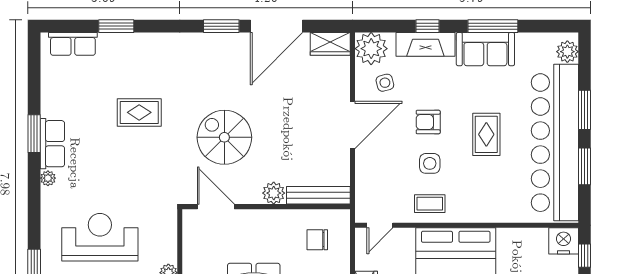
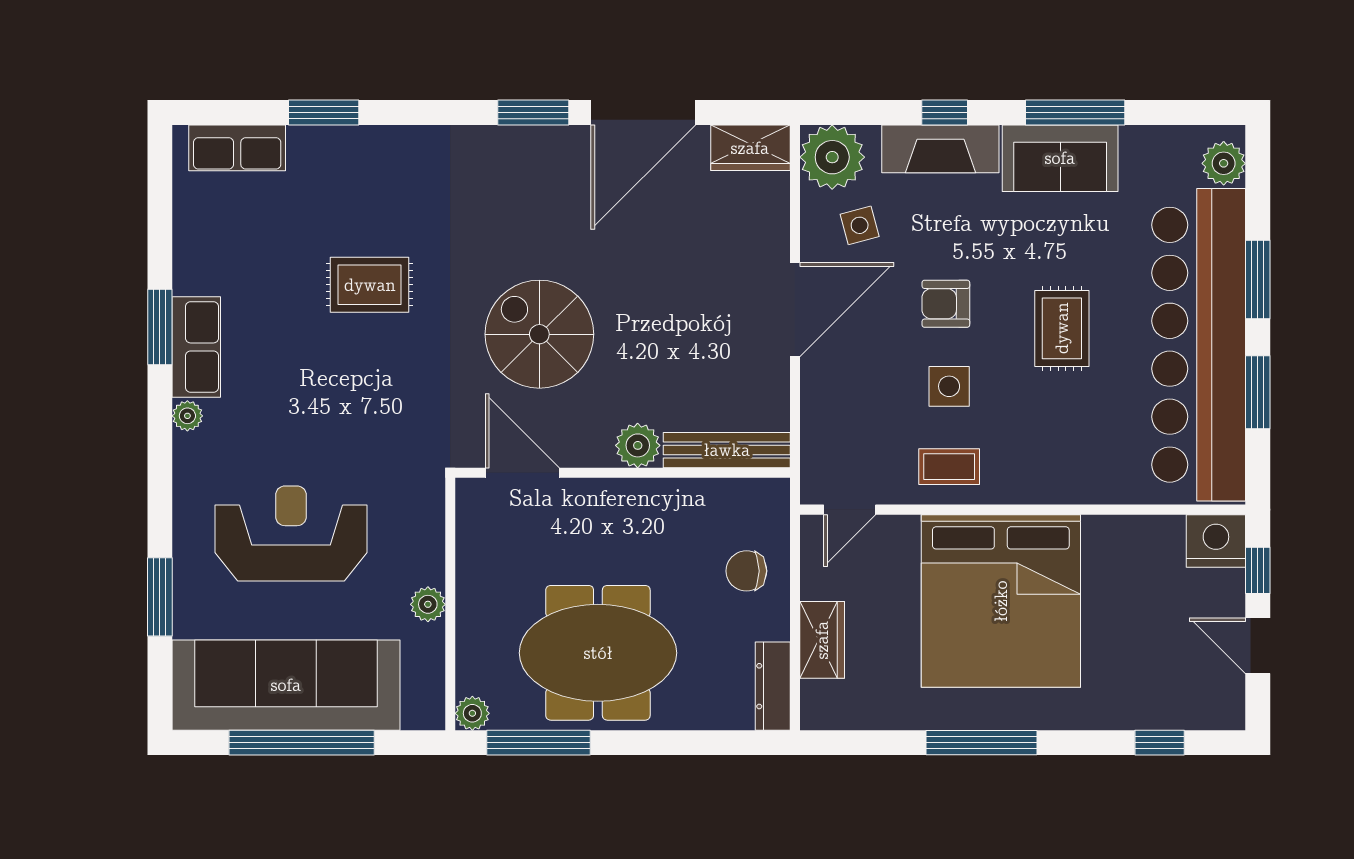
chair: (317, 240) -> (746, 571), moved

